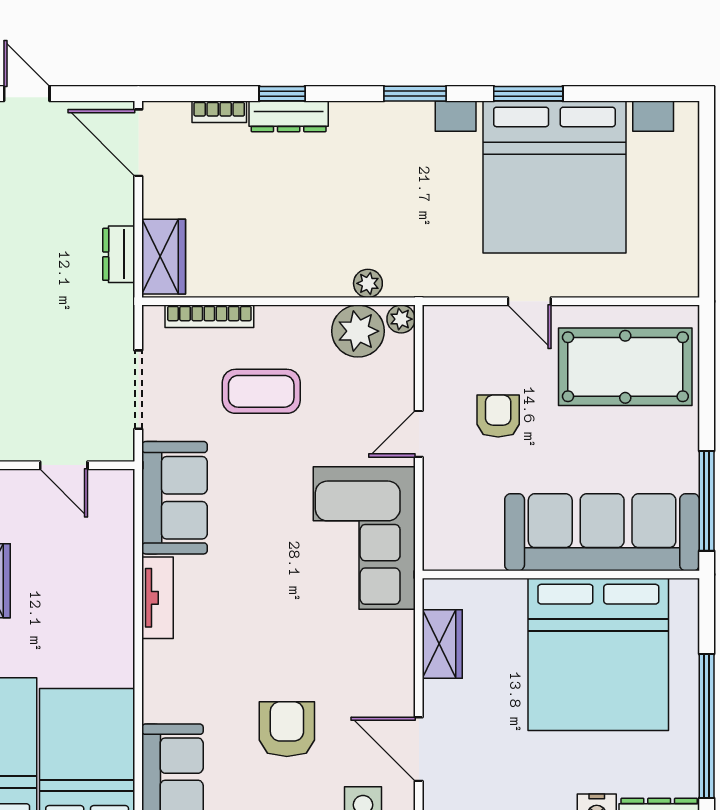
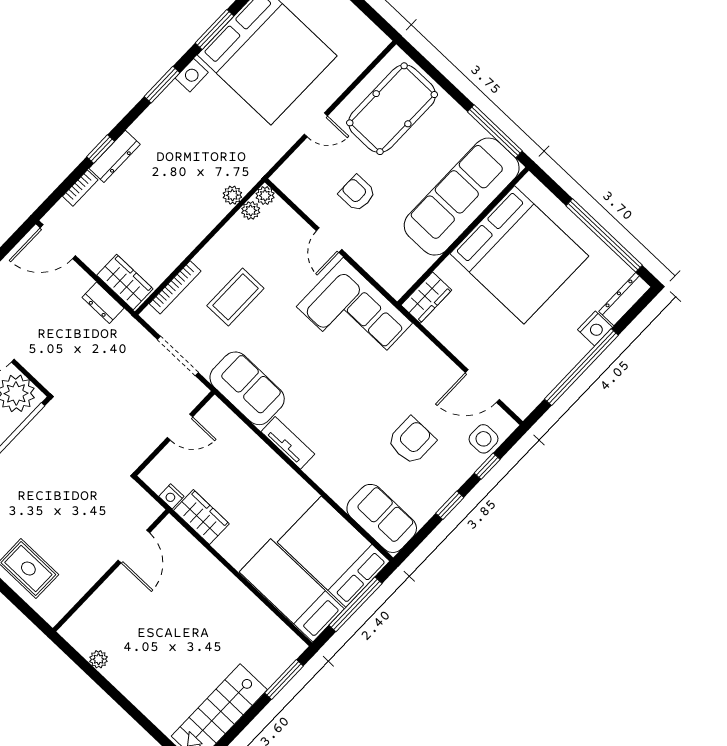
plant: (358, 331) -> (251, 210), width x0.53, depth x0.53
wardrobe: (442, 644) -> (426, 298), moved, turned 90
armchair: (287, 729) -> (411, 441), turned 90

